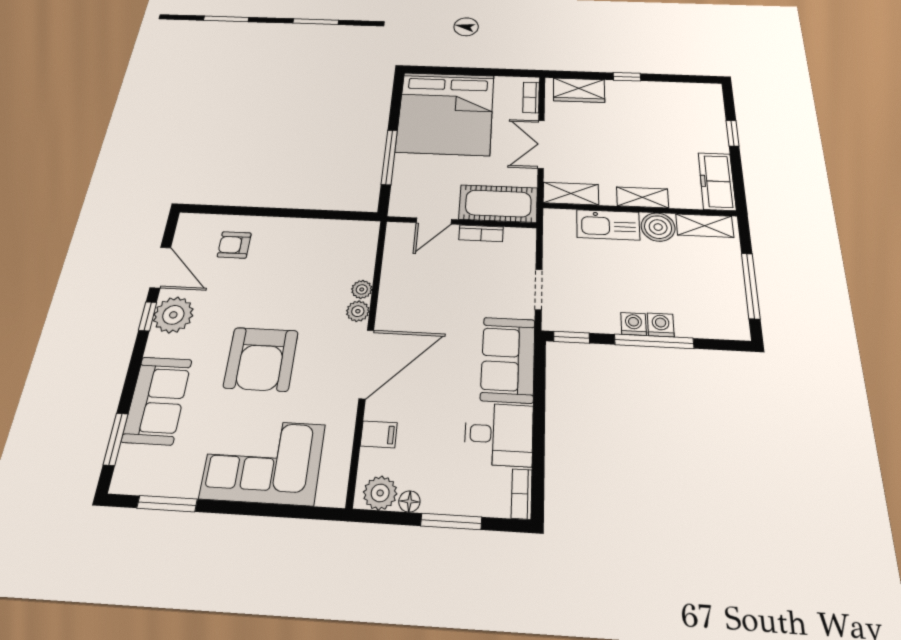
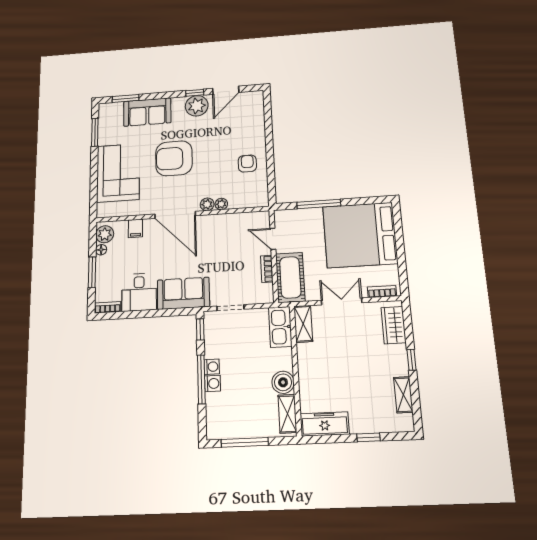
shelving: (642, 197) -> (403, 395), moved
kitchen sink: (608, 225) -> (280, 327), moved
armchair: (234, 245) -> (247, 164), moved

